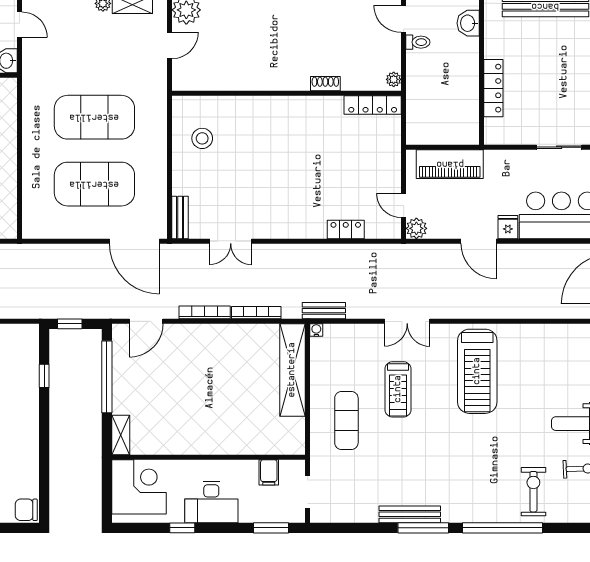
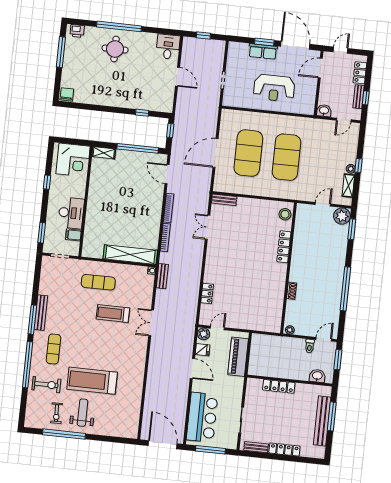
door: (169, 45) -> (323, 204), swing flipped
locker: (373, 105) -> (284, 247), moved
stool: (202, 138) -> (285, 214), moved
fridge: (508, 227) -> (203, 350), moved
door: (134, 241) -> (215, 153), moved
door: (479, 241) -> (192, 368), swing flipped
treadmill: (477, 371) -> (92, 381), moved
exercise mat: (471, 486) -> (53, 349), added
desk: (211, 502) -> (71, 213), moved, turned 180

